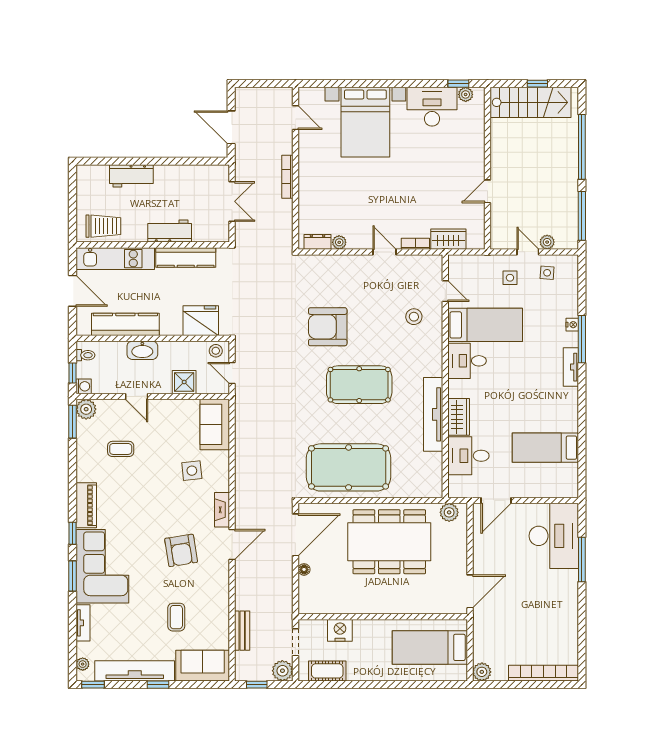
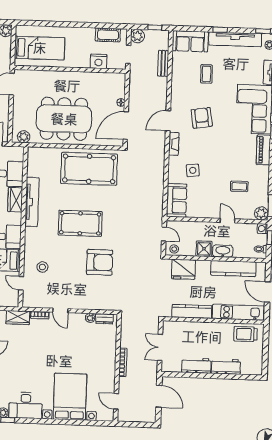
workbench: (170, 231) -> (196, 366), moved, turned 180
shower: (184, 382) -> (204, 249), moved

